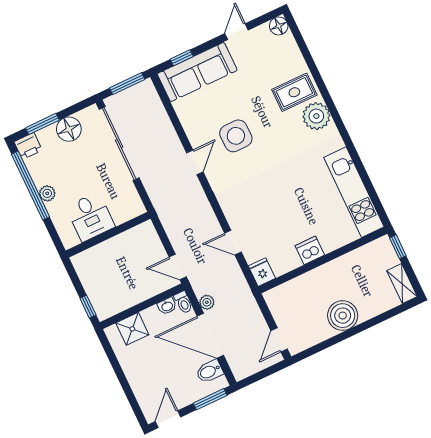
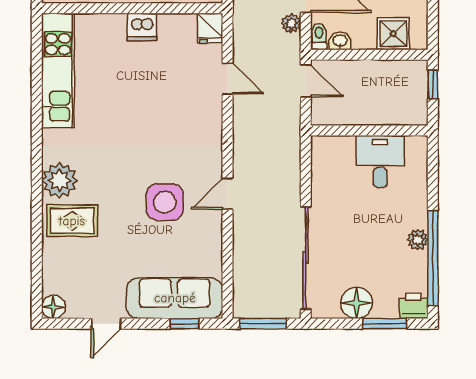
desk: (90, 217) -> (380, 161), moved
wall: (108, 235) -> (369, 131), moved

